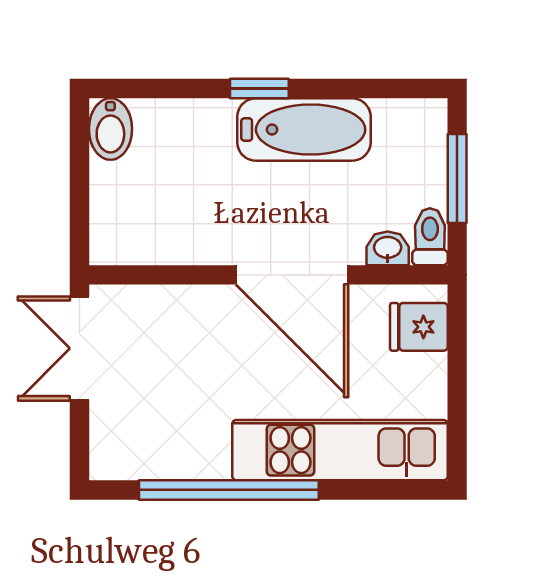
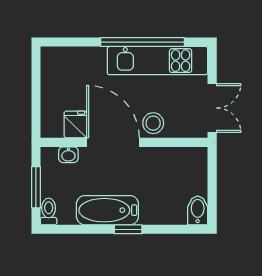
toilet: (430, 237) -> (49, 211), moved, turned 180
stool: (206, 316) -> (153, 123), added
fridge: (419, 327) -> (75, 124), moved, turned -90
kitchen unit: (340, 450) -> (157, 61), moved

